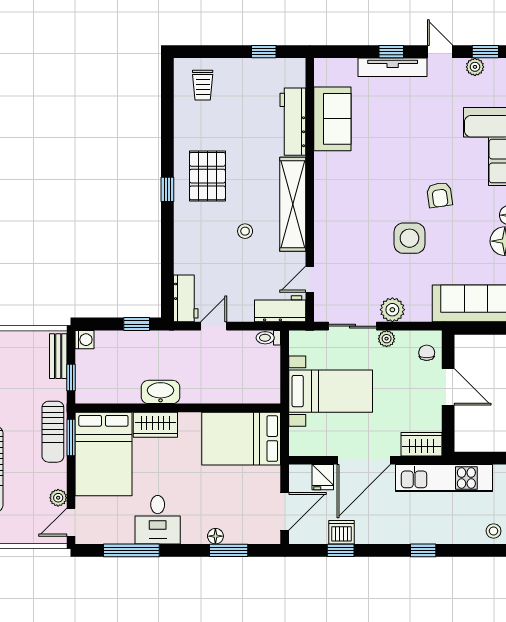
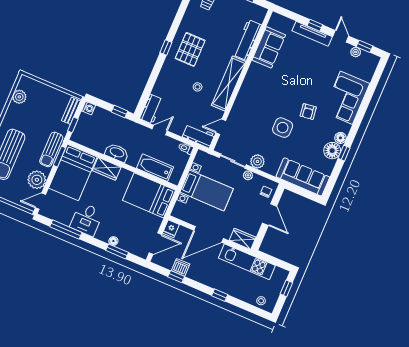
bathtub: (232, 390) -> (155, 168), added
fridge: (323, 477) -> (171, 229), moved
plant: (58, 498) -> (37, 180), width x1.88, depth x1.88

